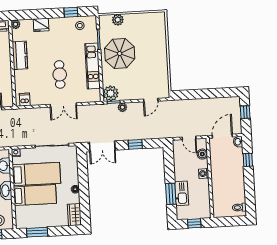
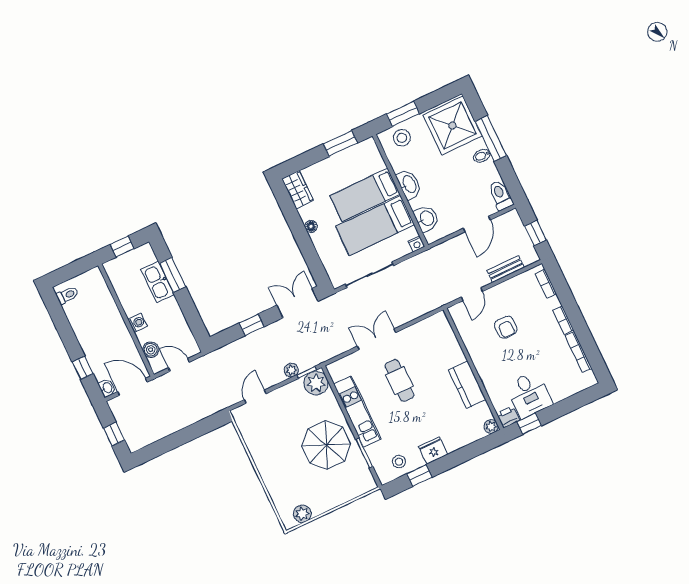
plant: (118, 20) -> (302, 514), moved
fridge: (41, 25) -> (433, 451), moved
dishwasher: (25, 100) -> (435, 325), removed
door: (222, 136) -> (133, 387), swing flipped

